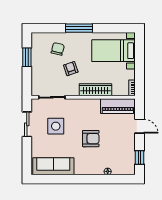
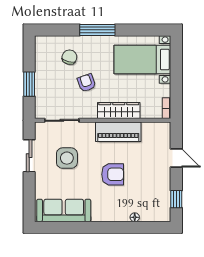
window: (27, 57) -> (29, 84), moved
piano: (118, 106) -> (118, 132), moved

